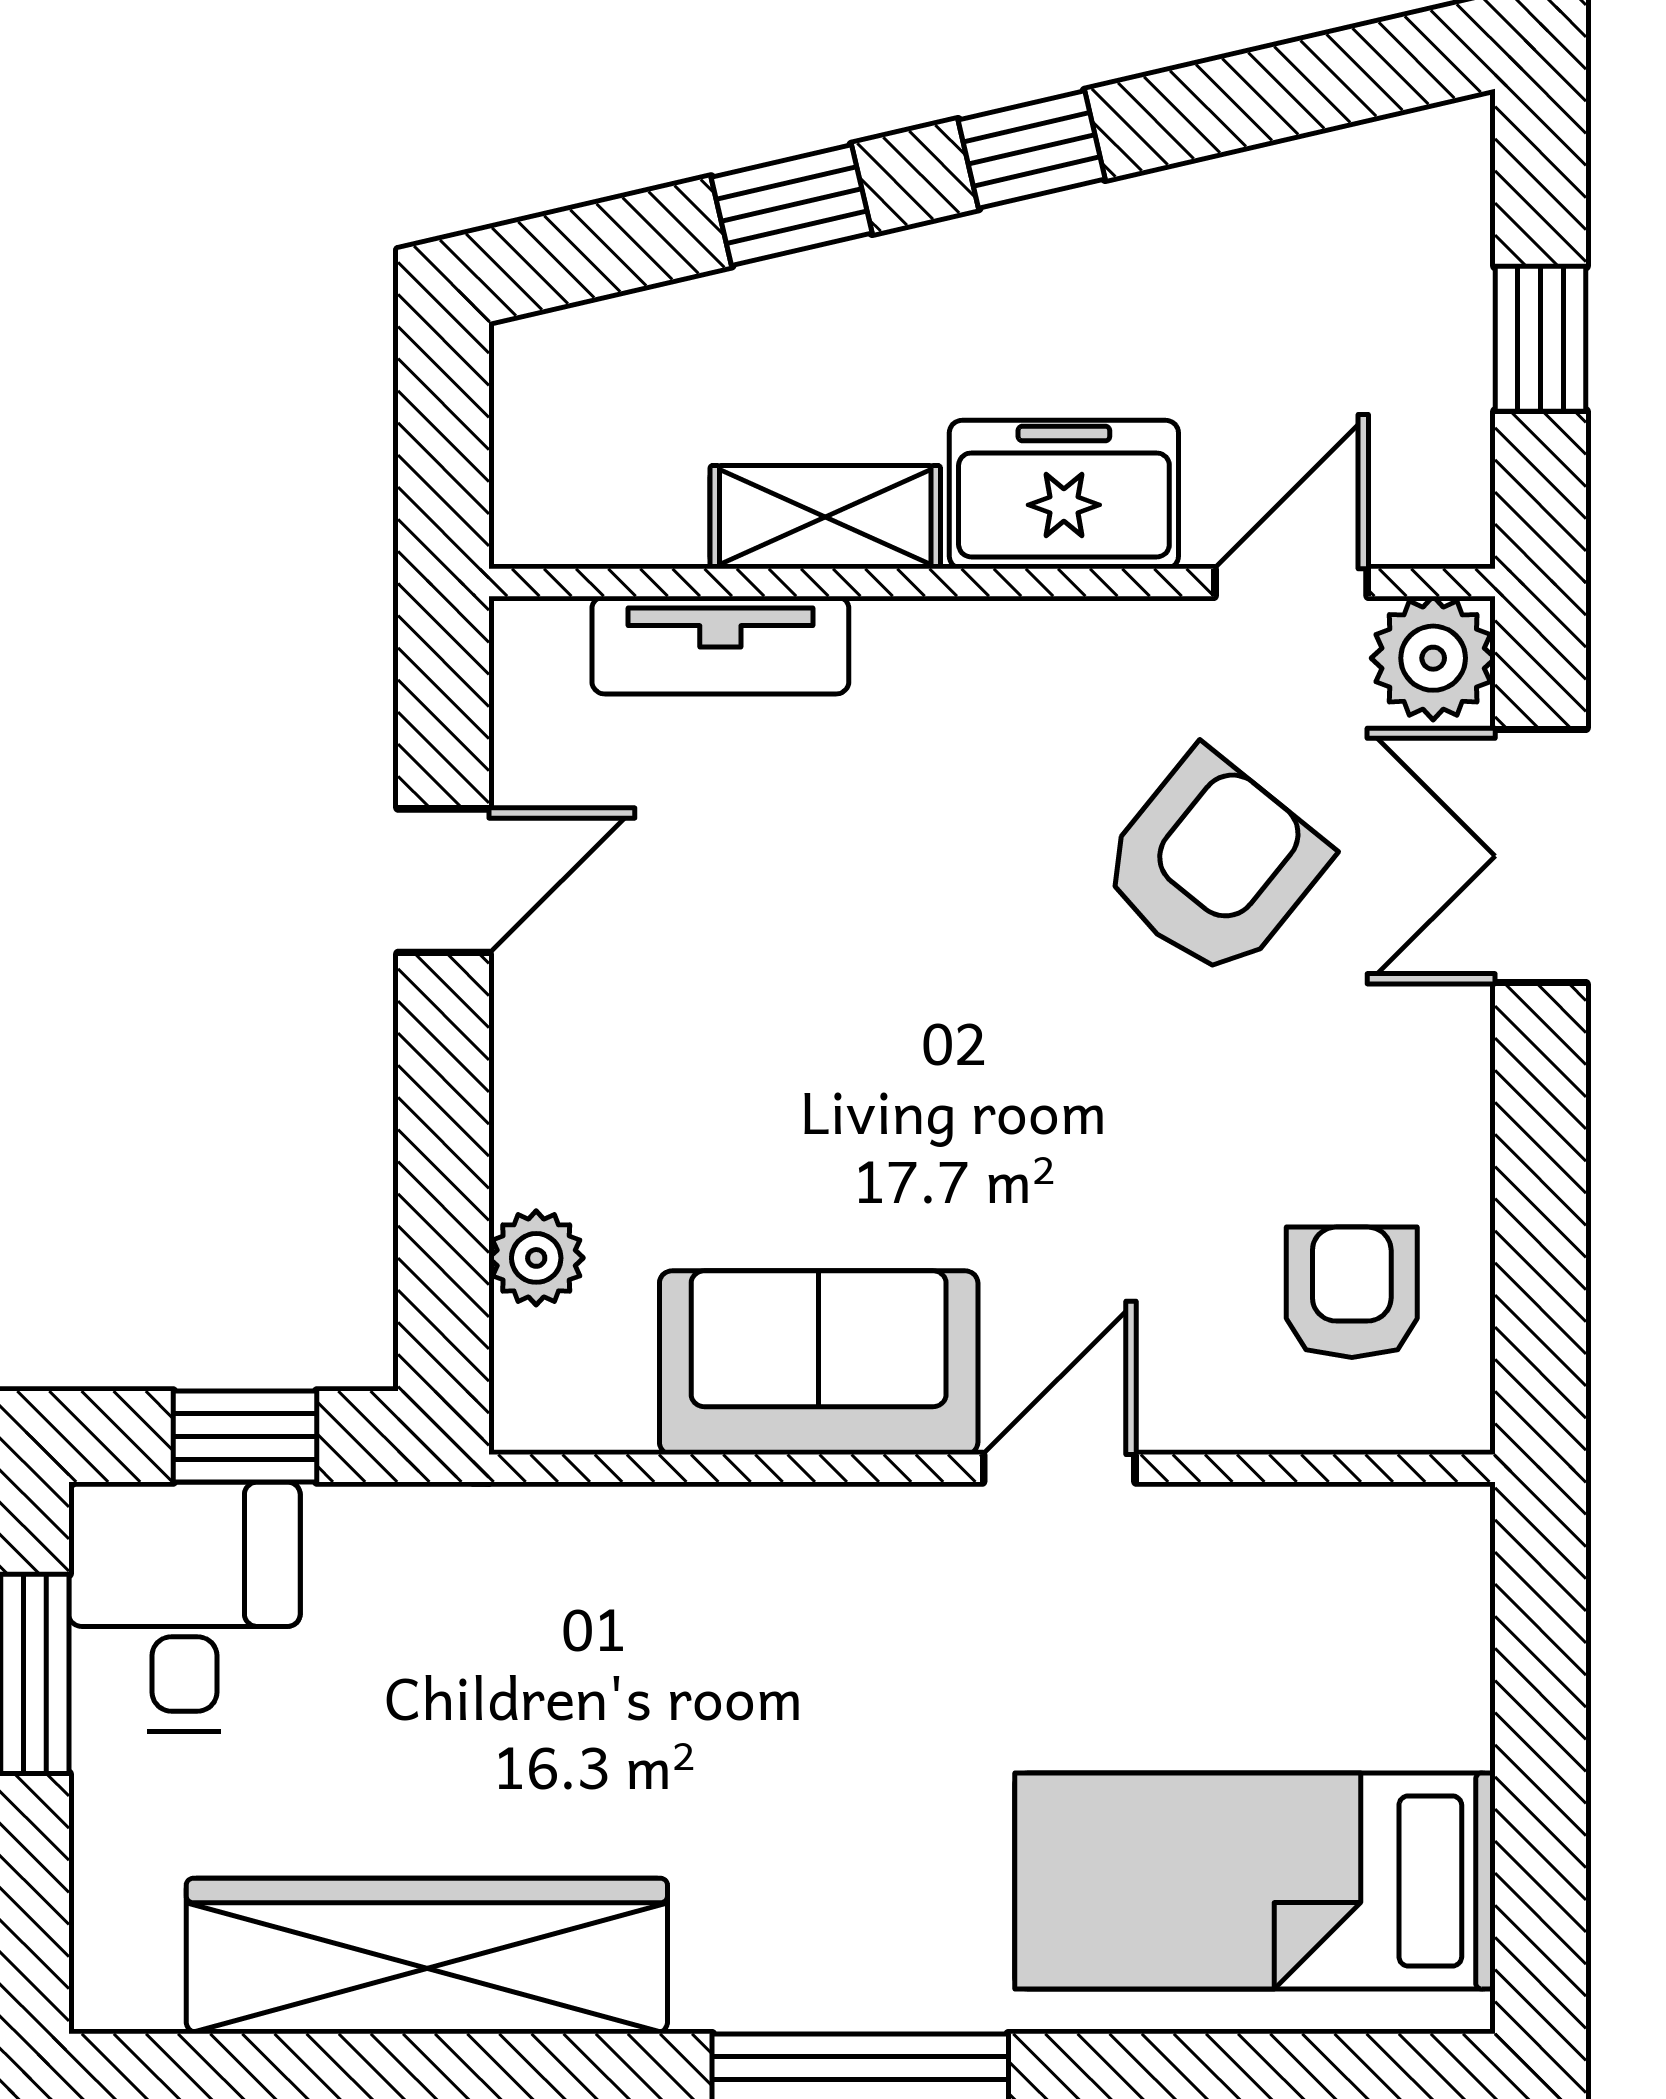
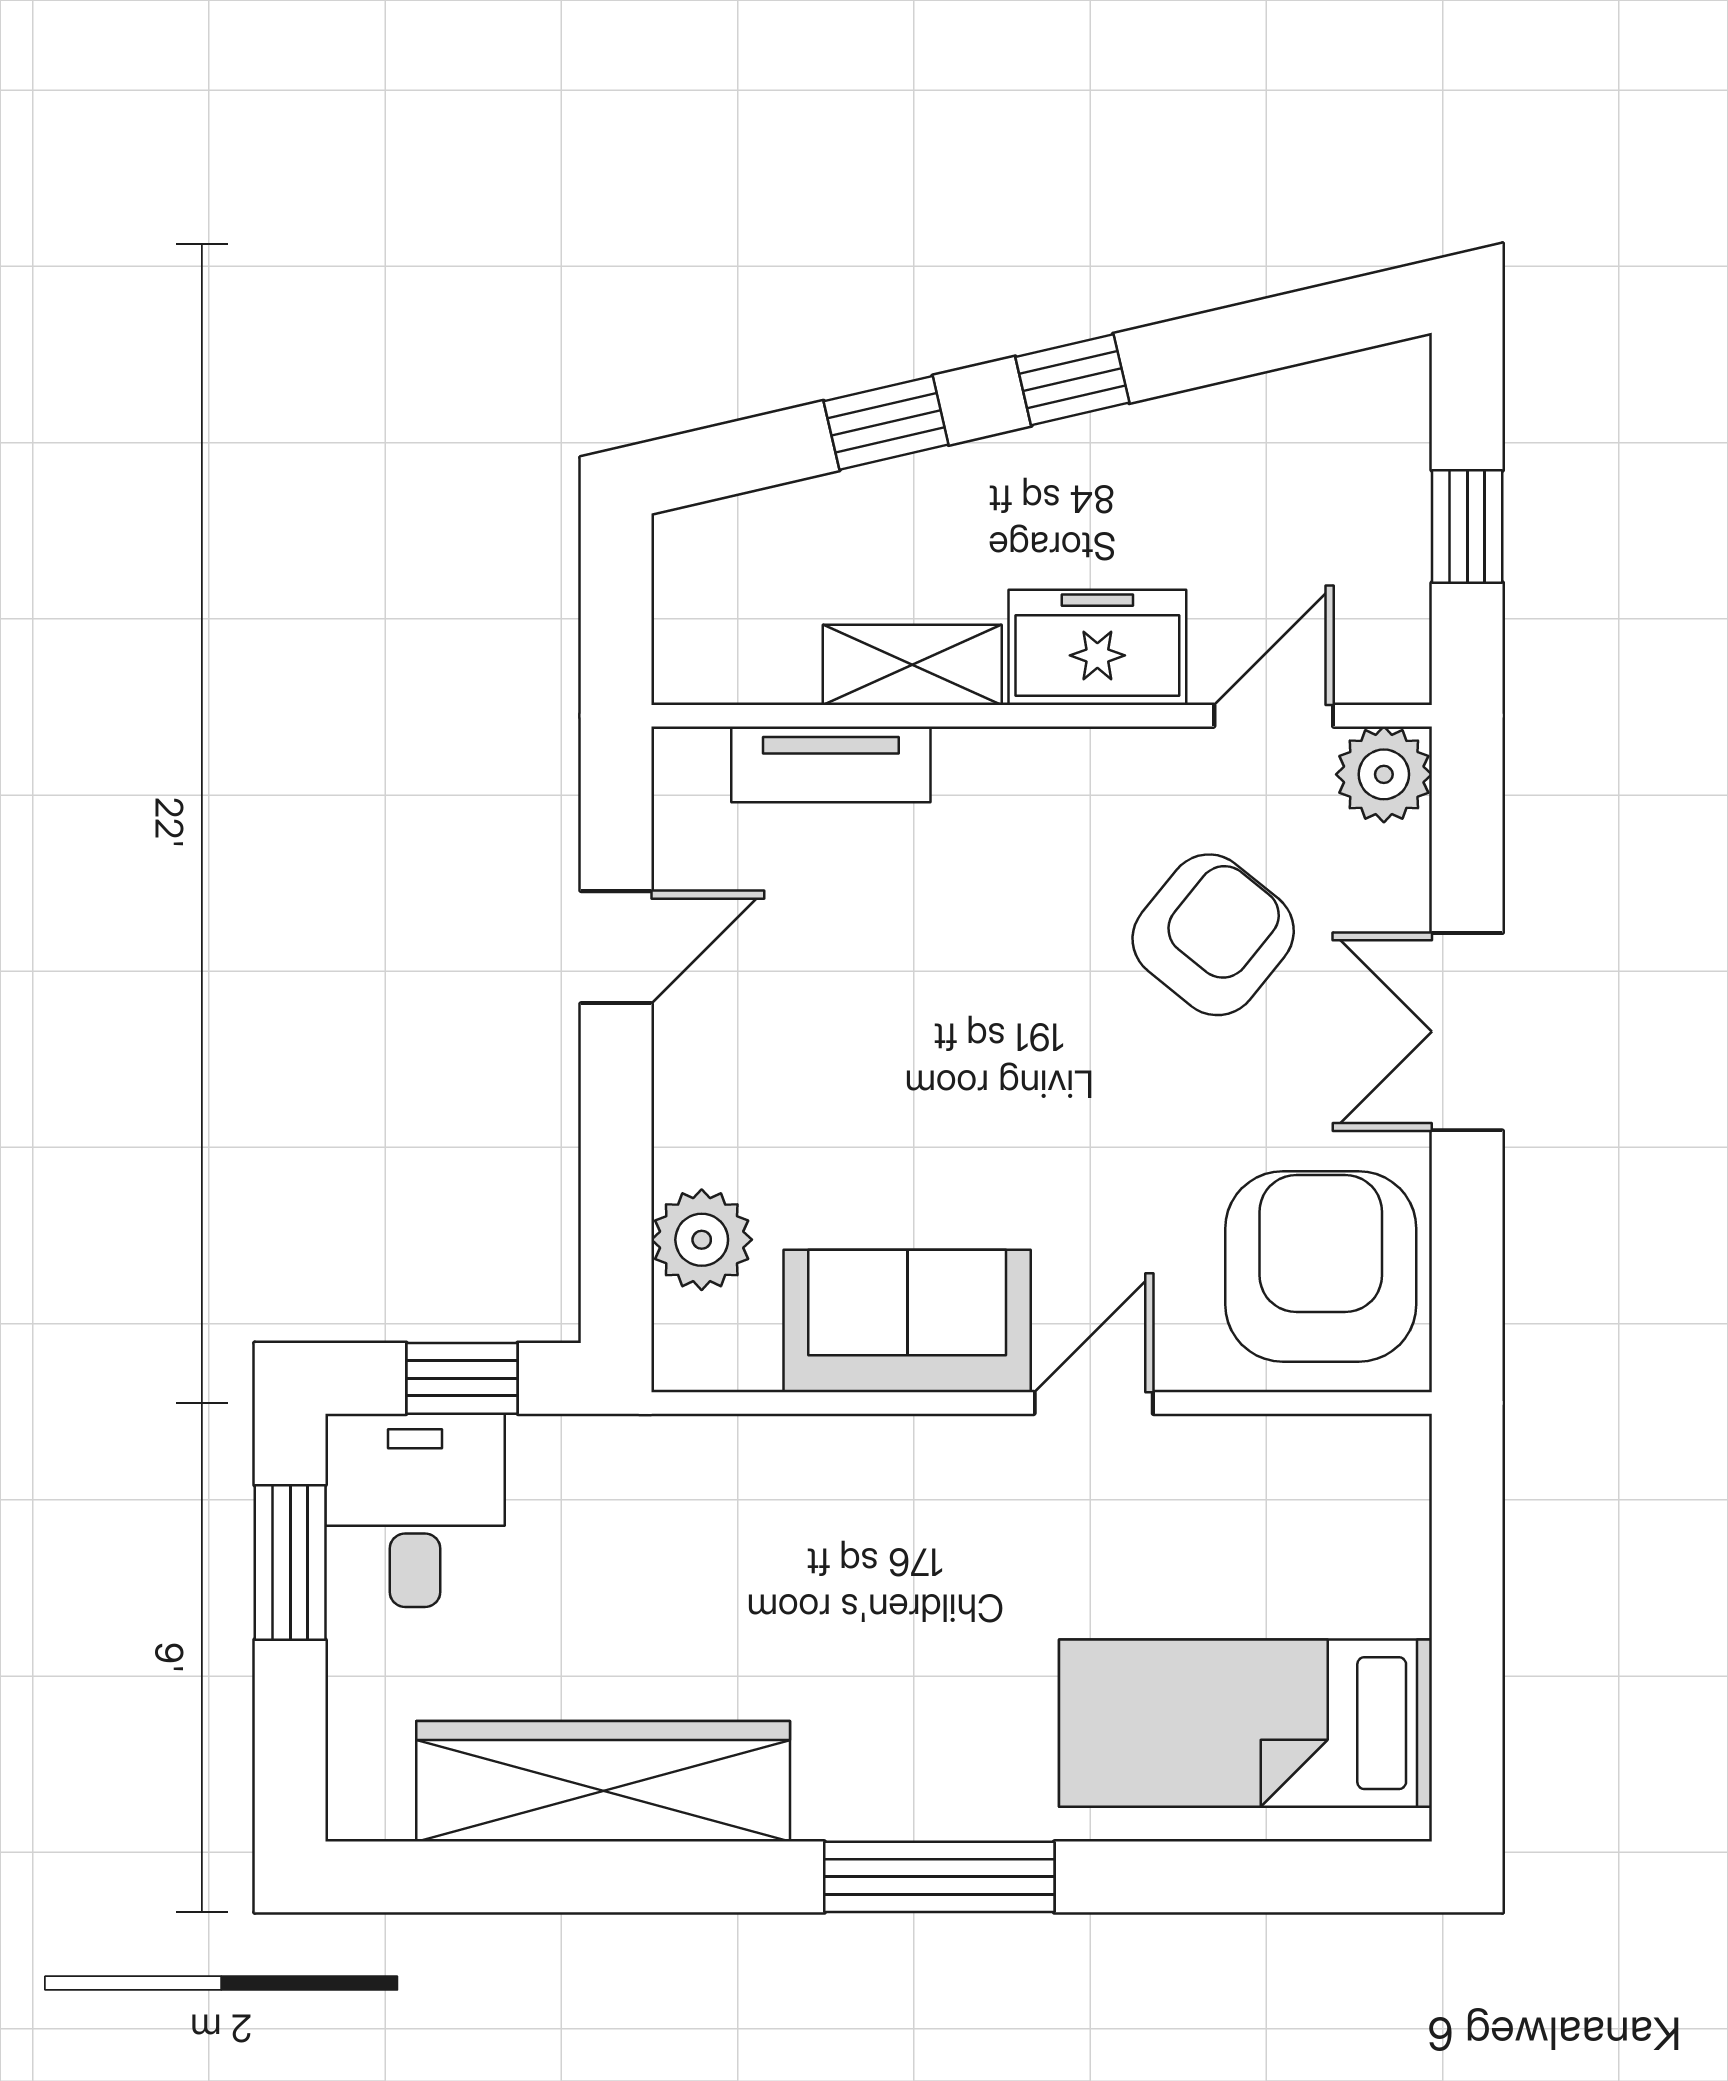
double door: (1541, 856) -> (1467, 1032), moved
plant: (536, 1258) -> (702, 1240), width x1.38, depth x1.38
armchair: (1352, 1292) -> (1321, 1266), width x1.88, depth x1.88

